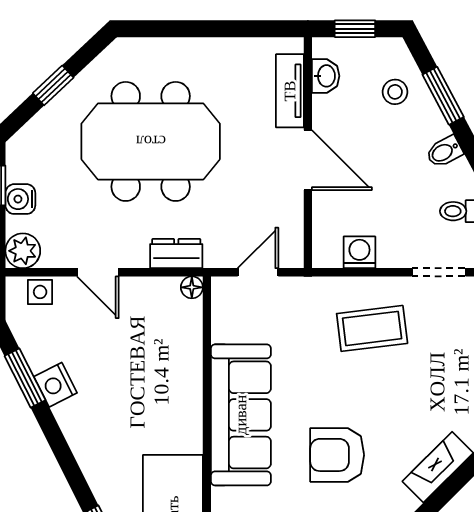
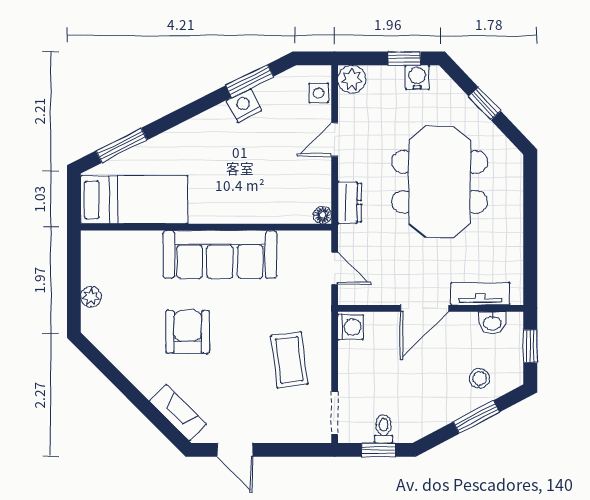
bidet: (444, 152) -> (431, 418), removed
water cooler: (20, 199) -> (417, 77), moved
washing machine: (359, 252) -> (351, 327), moved

